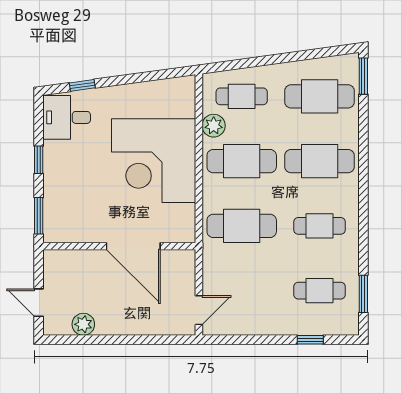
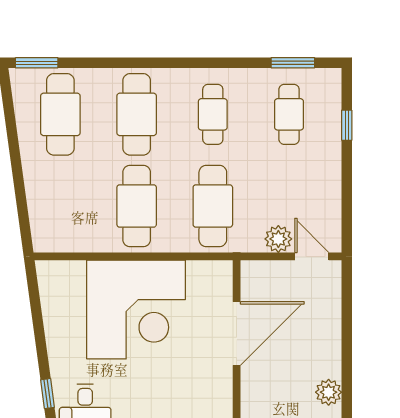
cafe table: (242, 96) -> (60, 206), removed
plant: (214, 126) -> (278, 239), moved

